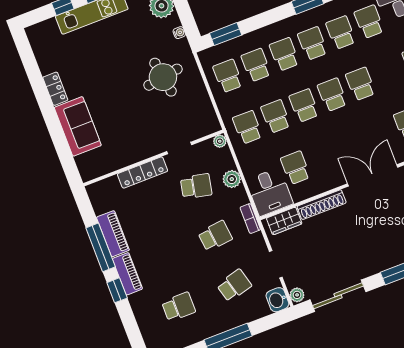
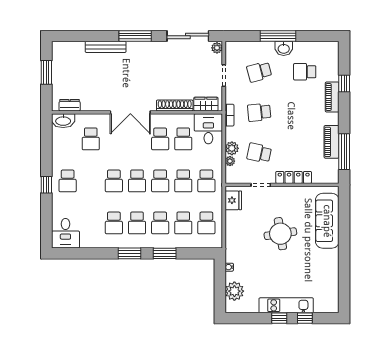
school desk: (369, 22) -> (160, 139), moved
window: (226, 34) -> (165, 253), moved
round table: (163, 77) -> (280, 234), moved
locker: (55, 89) -> (333, 261), removed
fridge: (206, 116) -> (233, 200), added
sofa: (78, 126) -> (327, 221), width x1.36
plant: (220, 141) -> (230, 161), moved
window: (101, 247) -> (344, 152), moved
piano: (127, 274) -> (332, 97), moved
window: (117, 290) -> (344, 83), moved
washbasin: (277, 300) -> (284, 48), moved, turned 90

